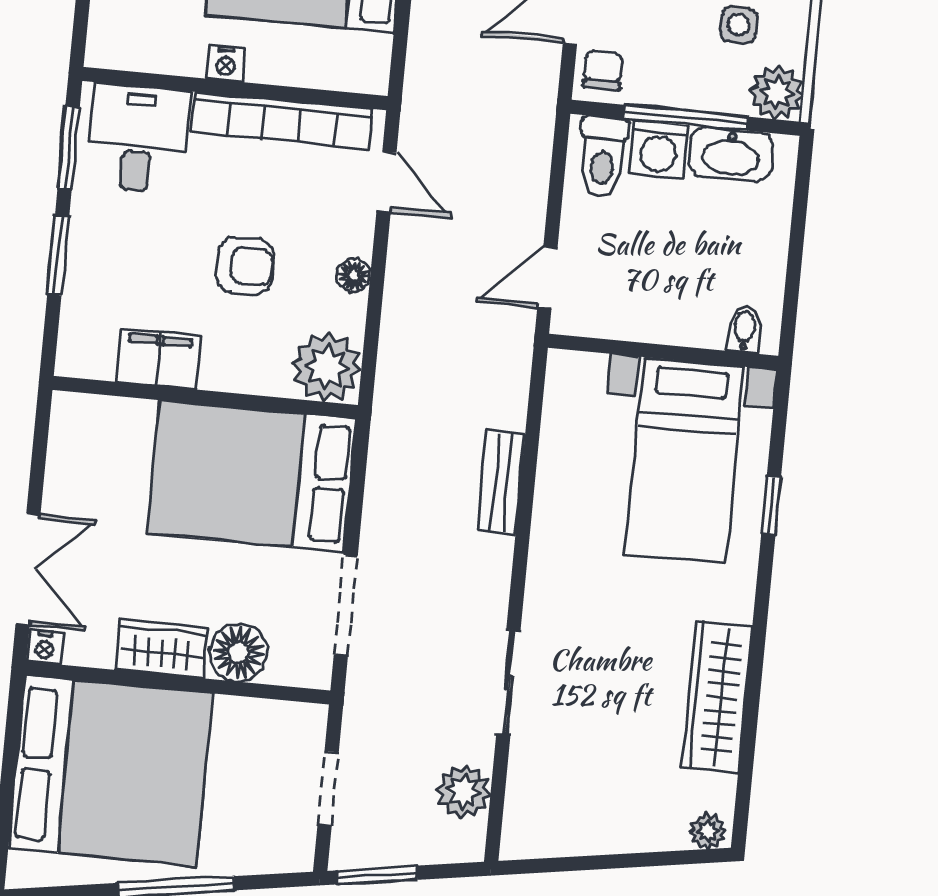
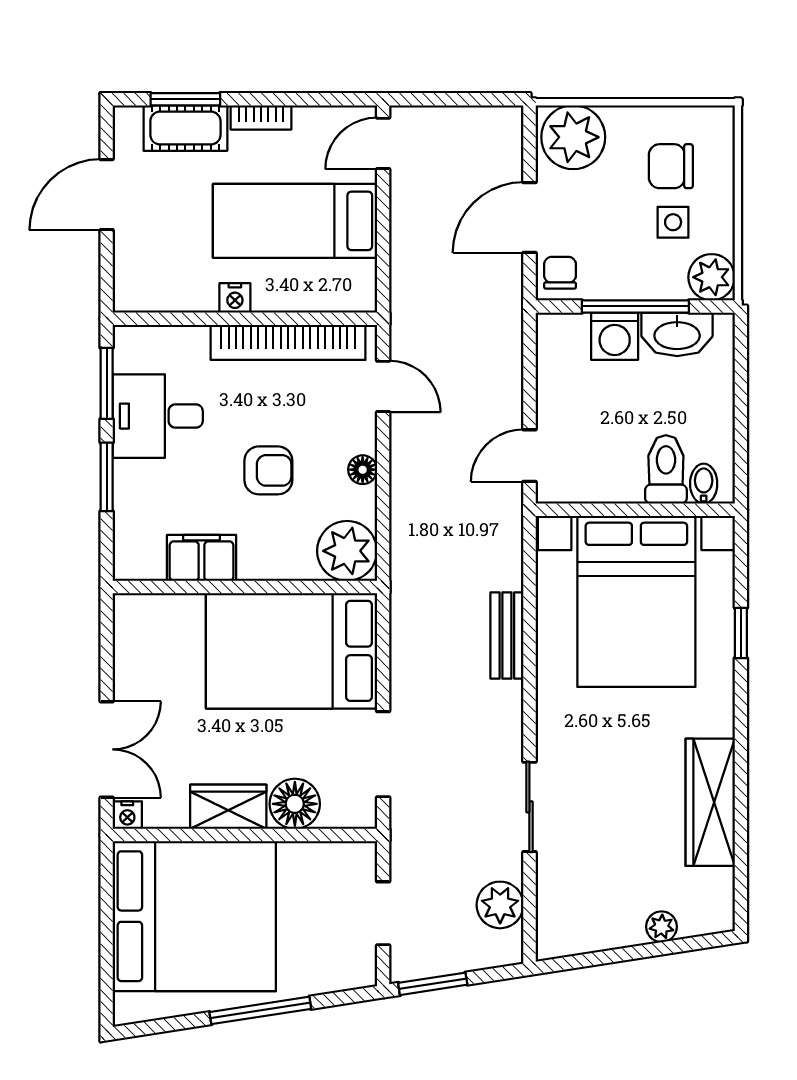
desk: (138, 139) -> (158, 416), moved, turned -90
toilet: (603, 157) -> (666, 469), moved, turned 180
bed with nightstands: (684, 460) -> (636, 601), width x1.36
plant: (708, 831) -> (662, 927), moved

